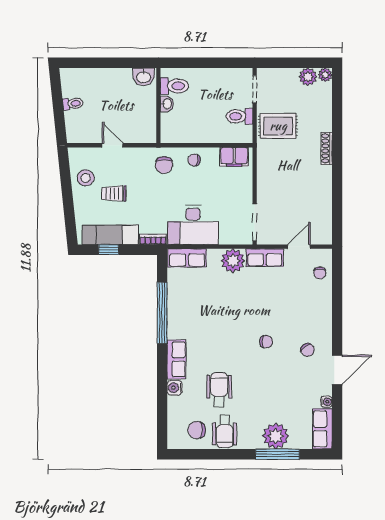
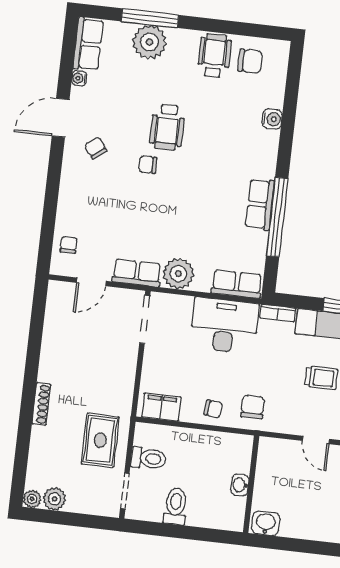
toilet: (174, 86) -> (176, 506), moved, turned 90
rug: (278, 126) -> (100, 440), turned 90
row of seats: (176, 359) -> (260, 204), moved
wheelchair: (219, 390) -> (167, 127), moved

